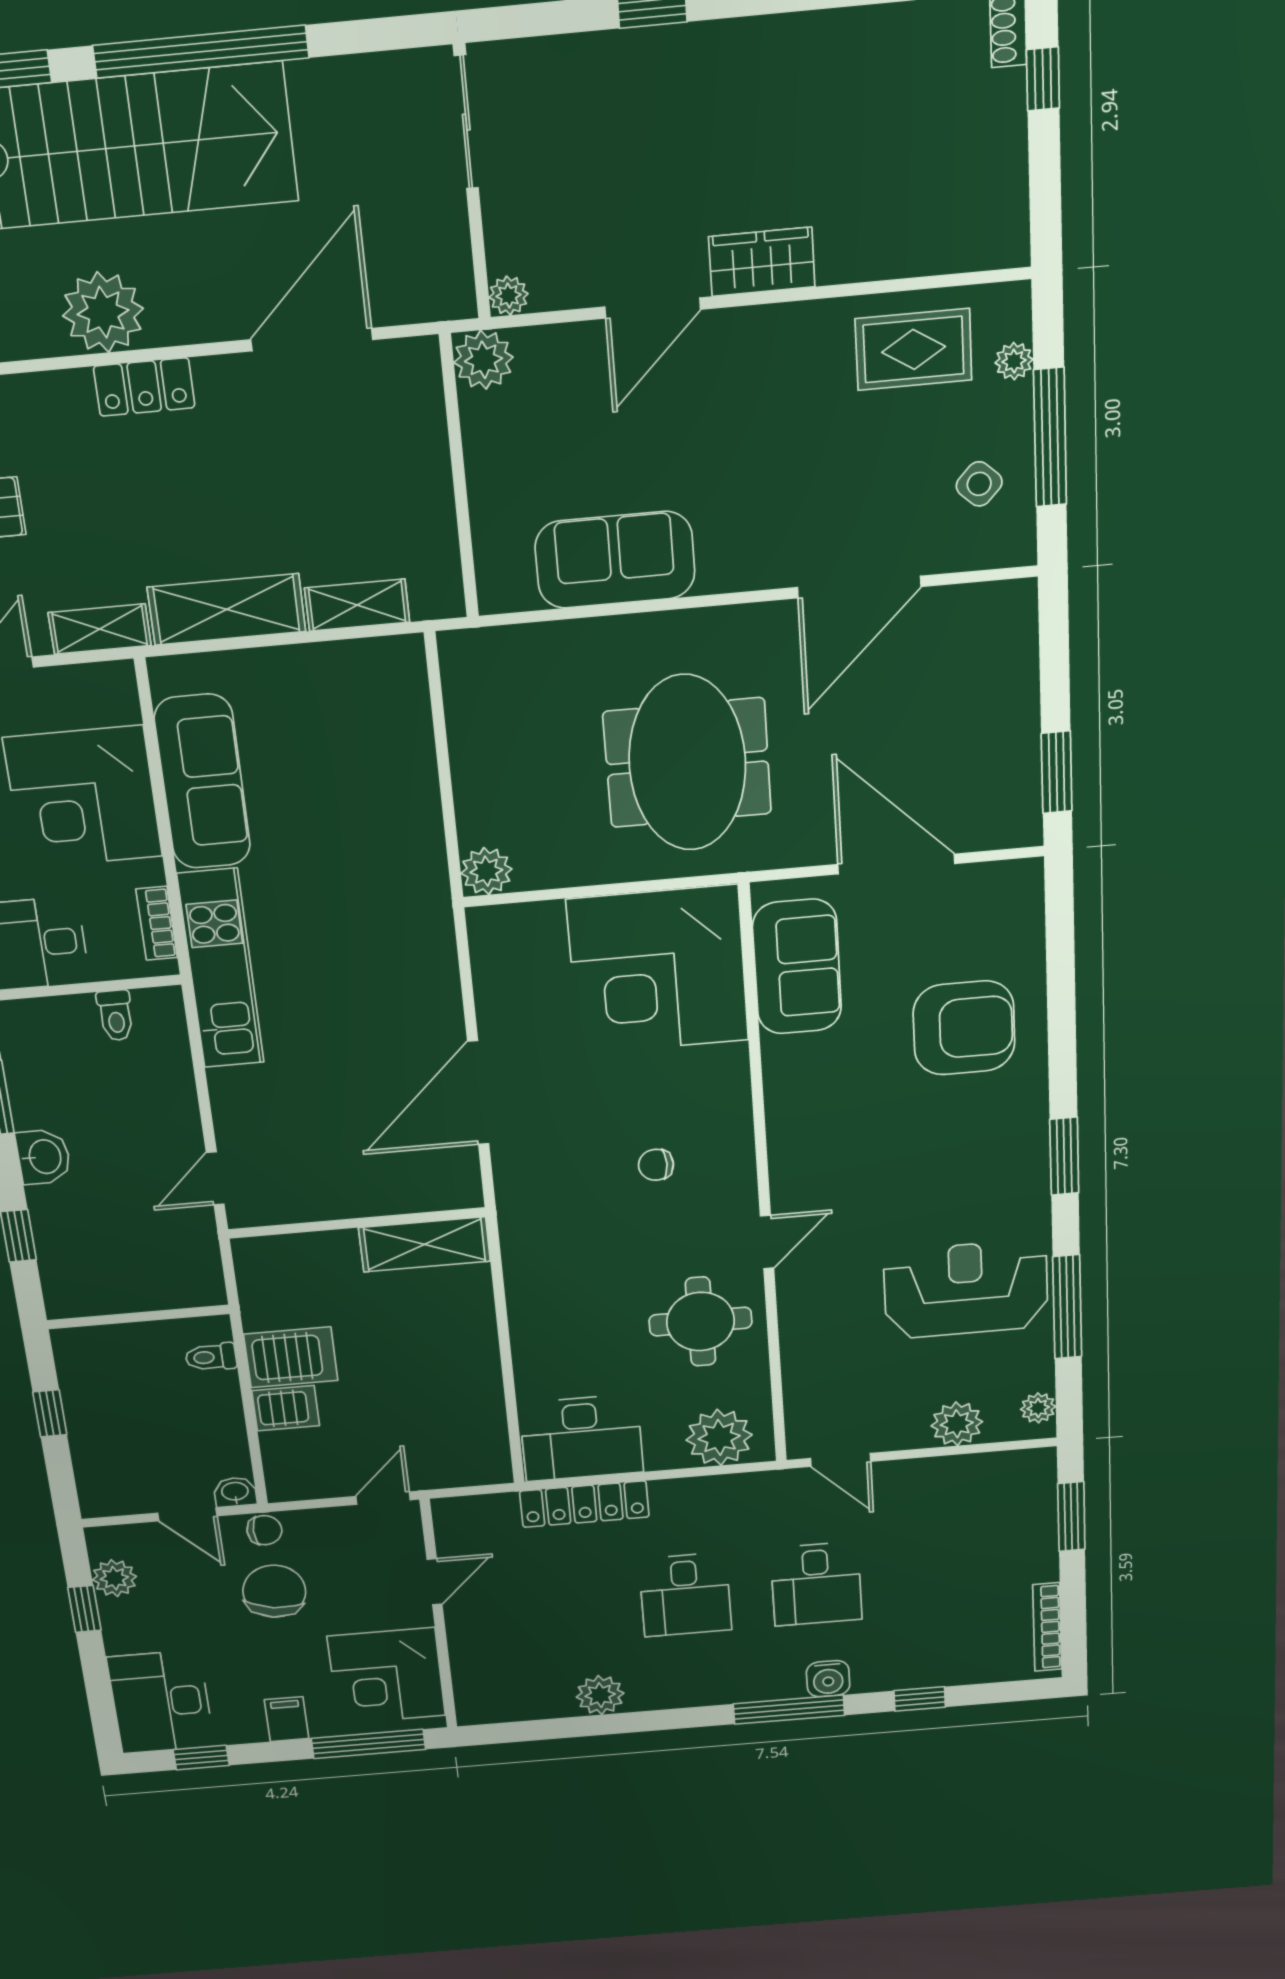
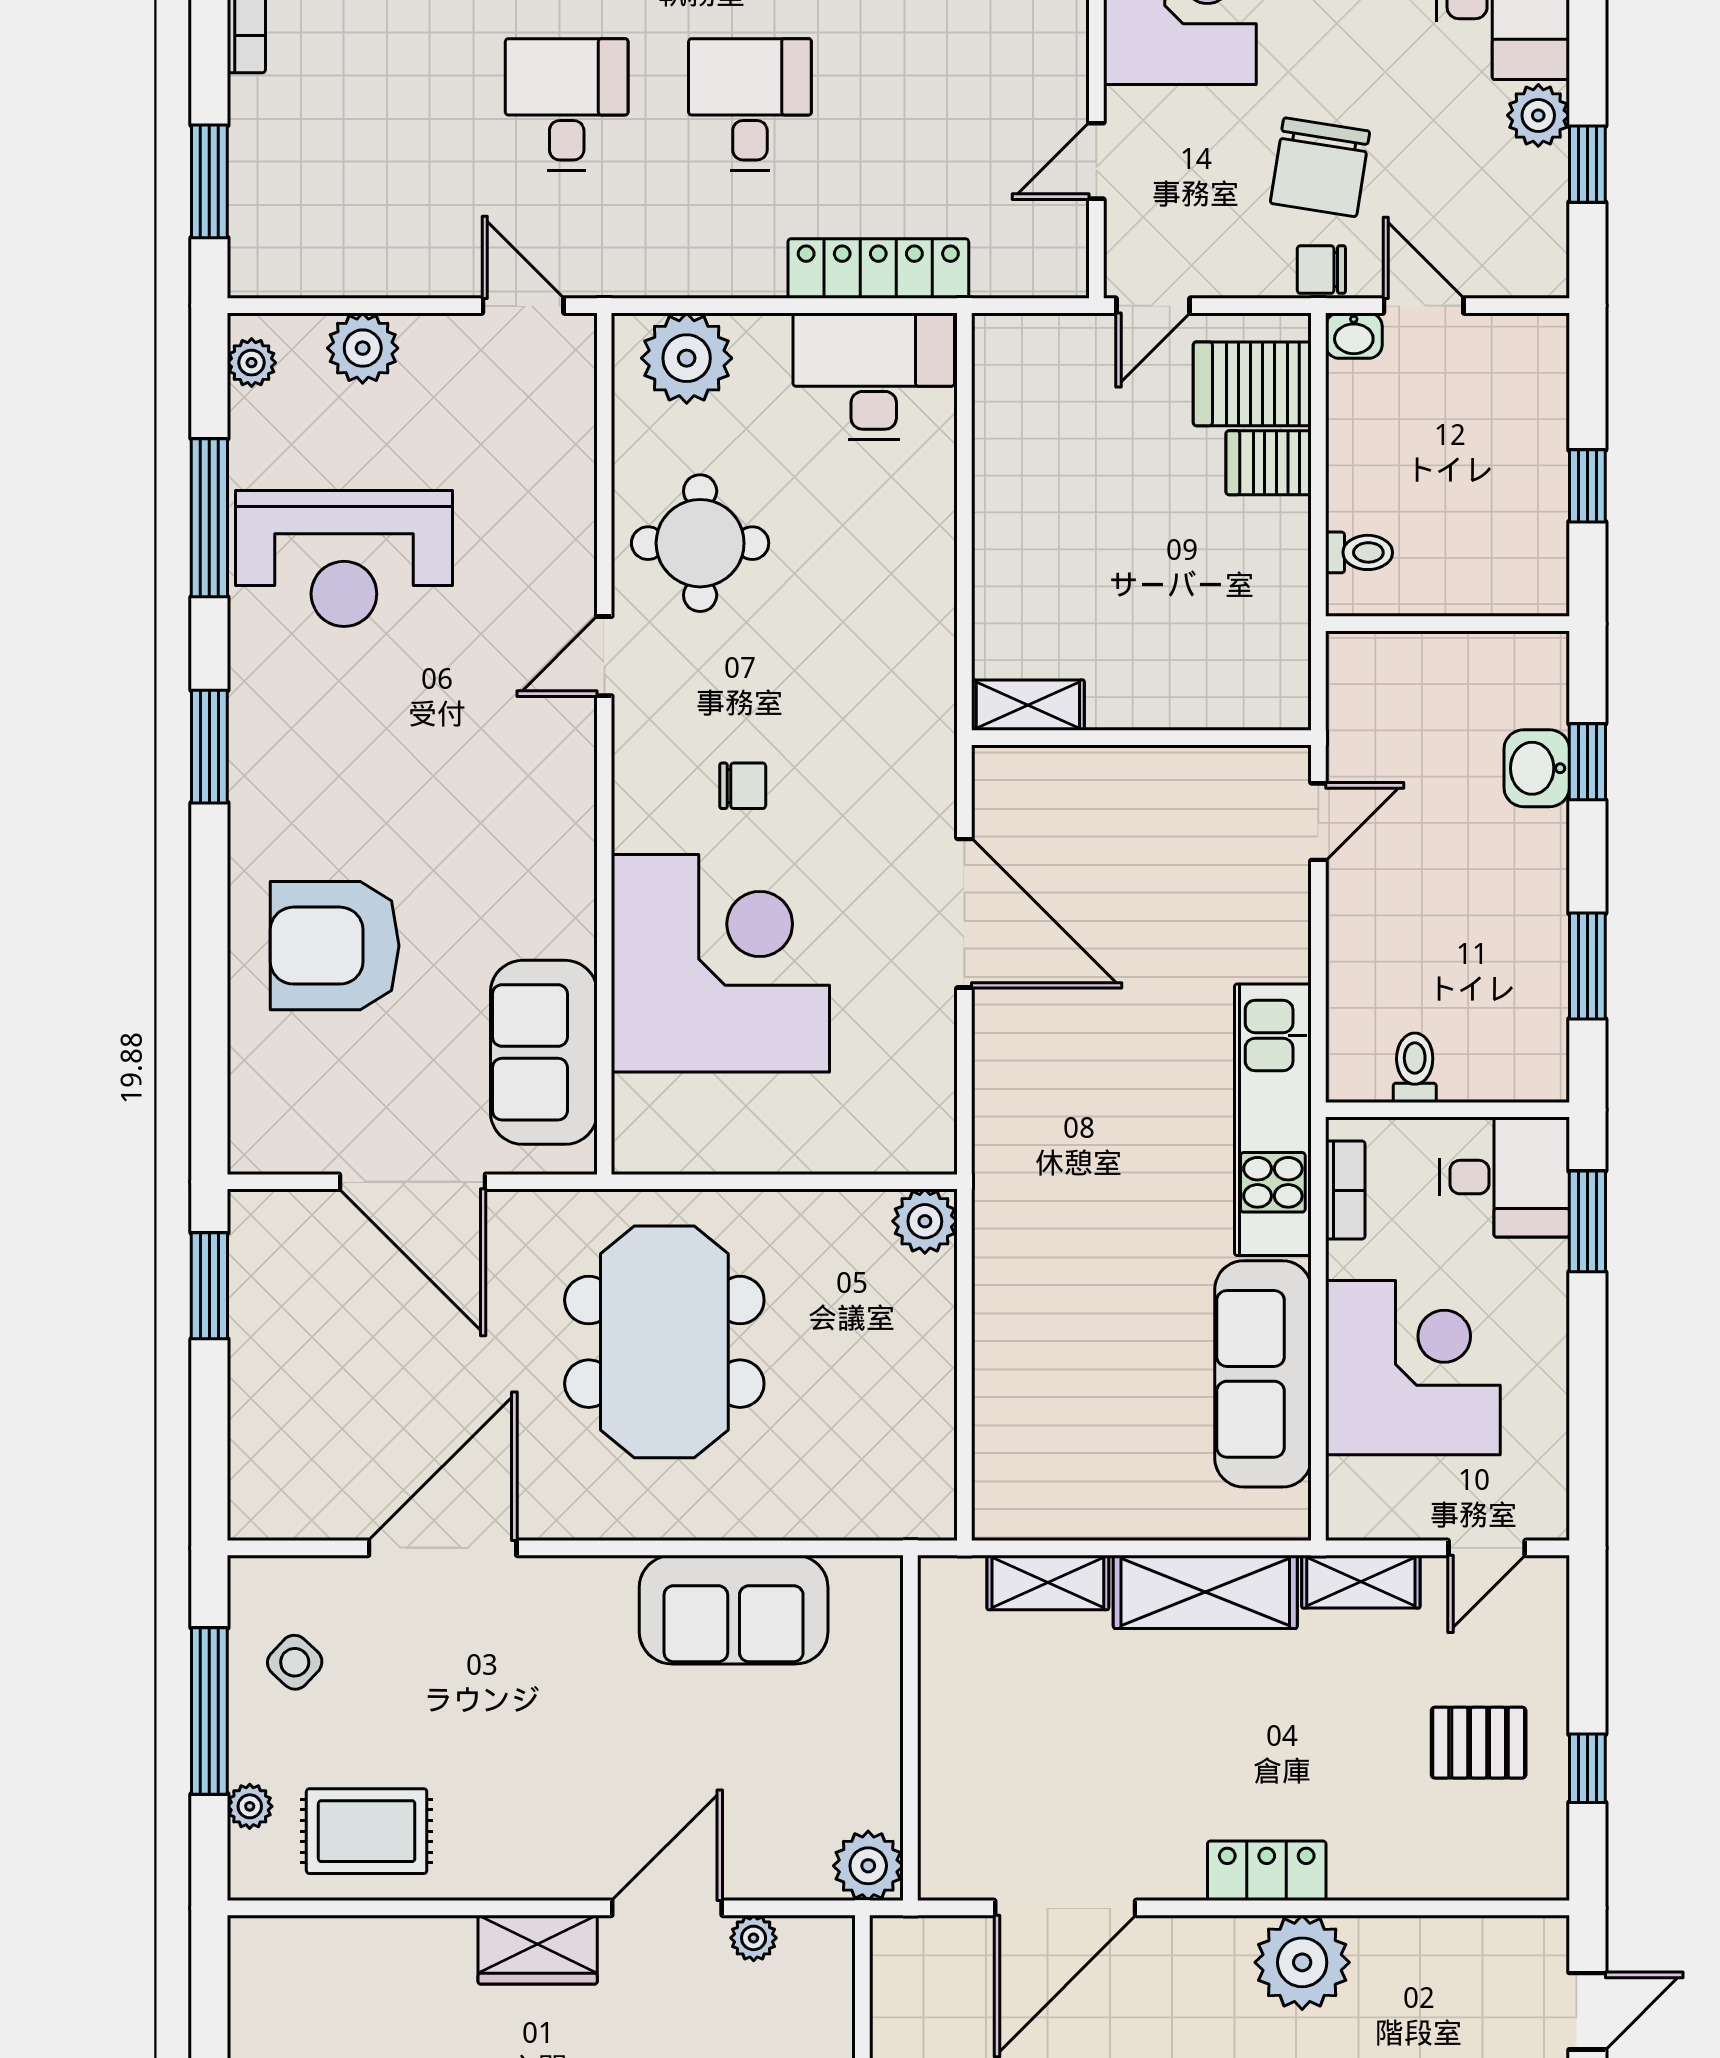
plant: (509, 296) -> (754, 1938), moved
corner desk: (658, 970) -> (720, 963), moved
door: (478, 1093) -> (964, 913), hinge flipped
washbasin: (44, 1157) -> (1537, 768), moved
shelving: (425, 1244) -> (1028, 705), width x0.67, depth x0.75
server rack: (291, 1357) -> (1252, 384), moved
plant: (114, 1578) -> (1538, 115), moved

